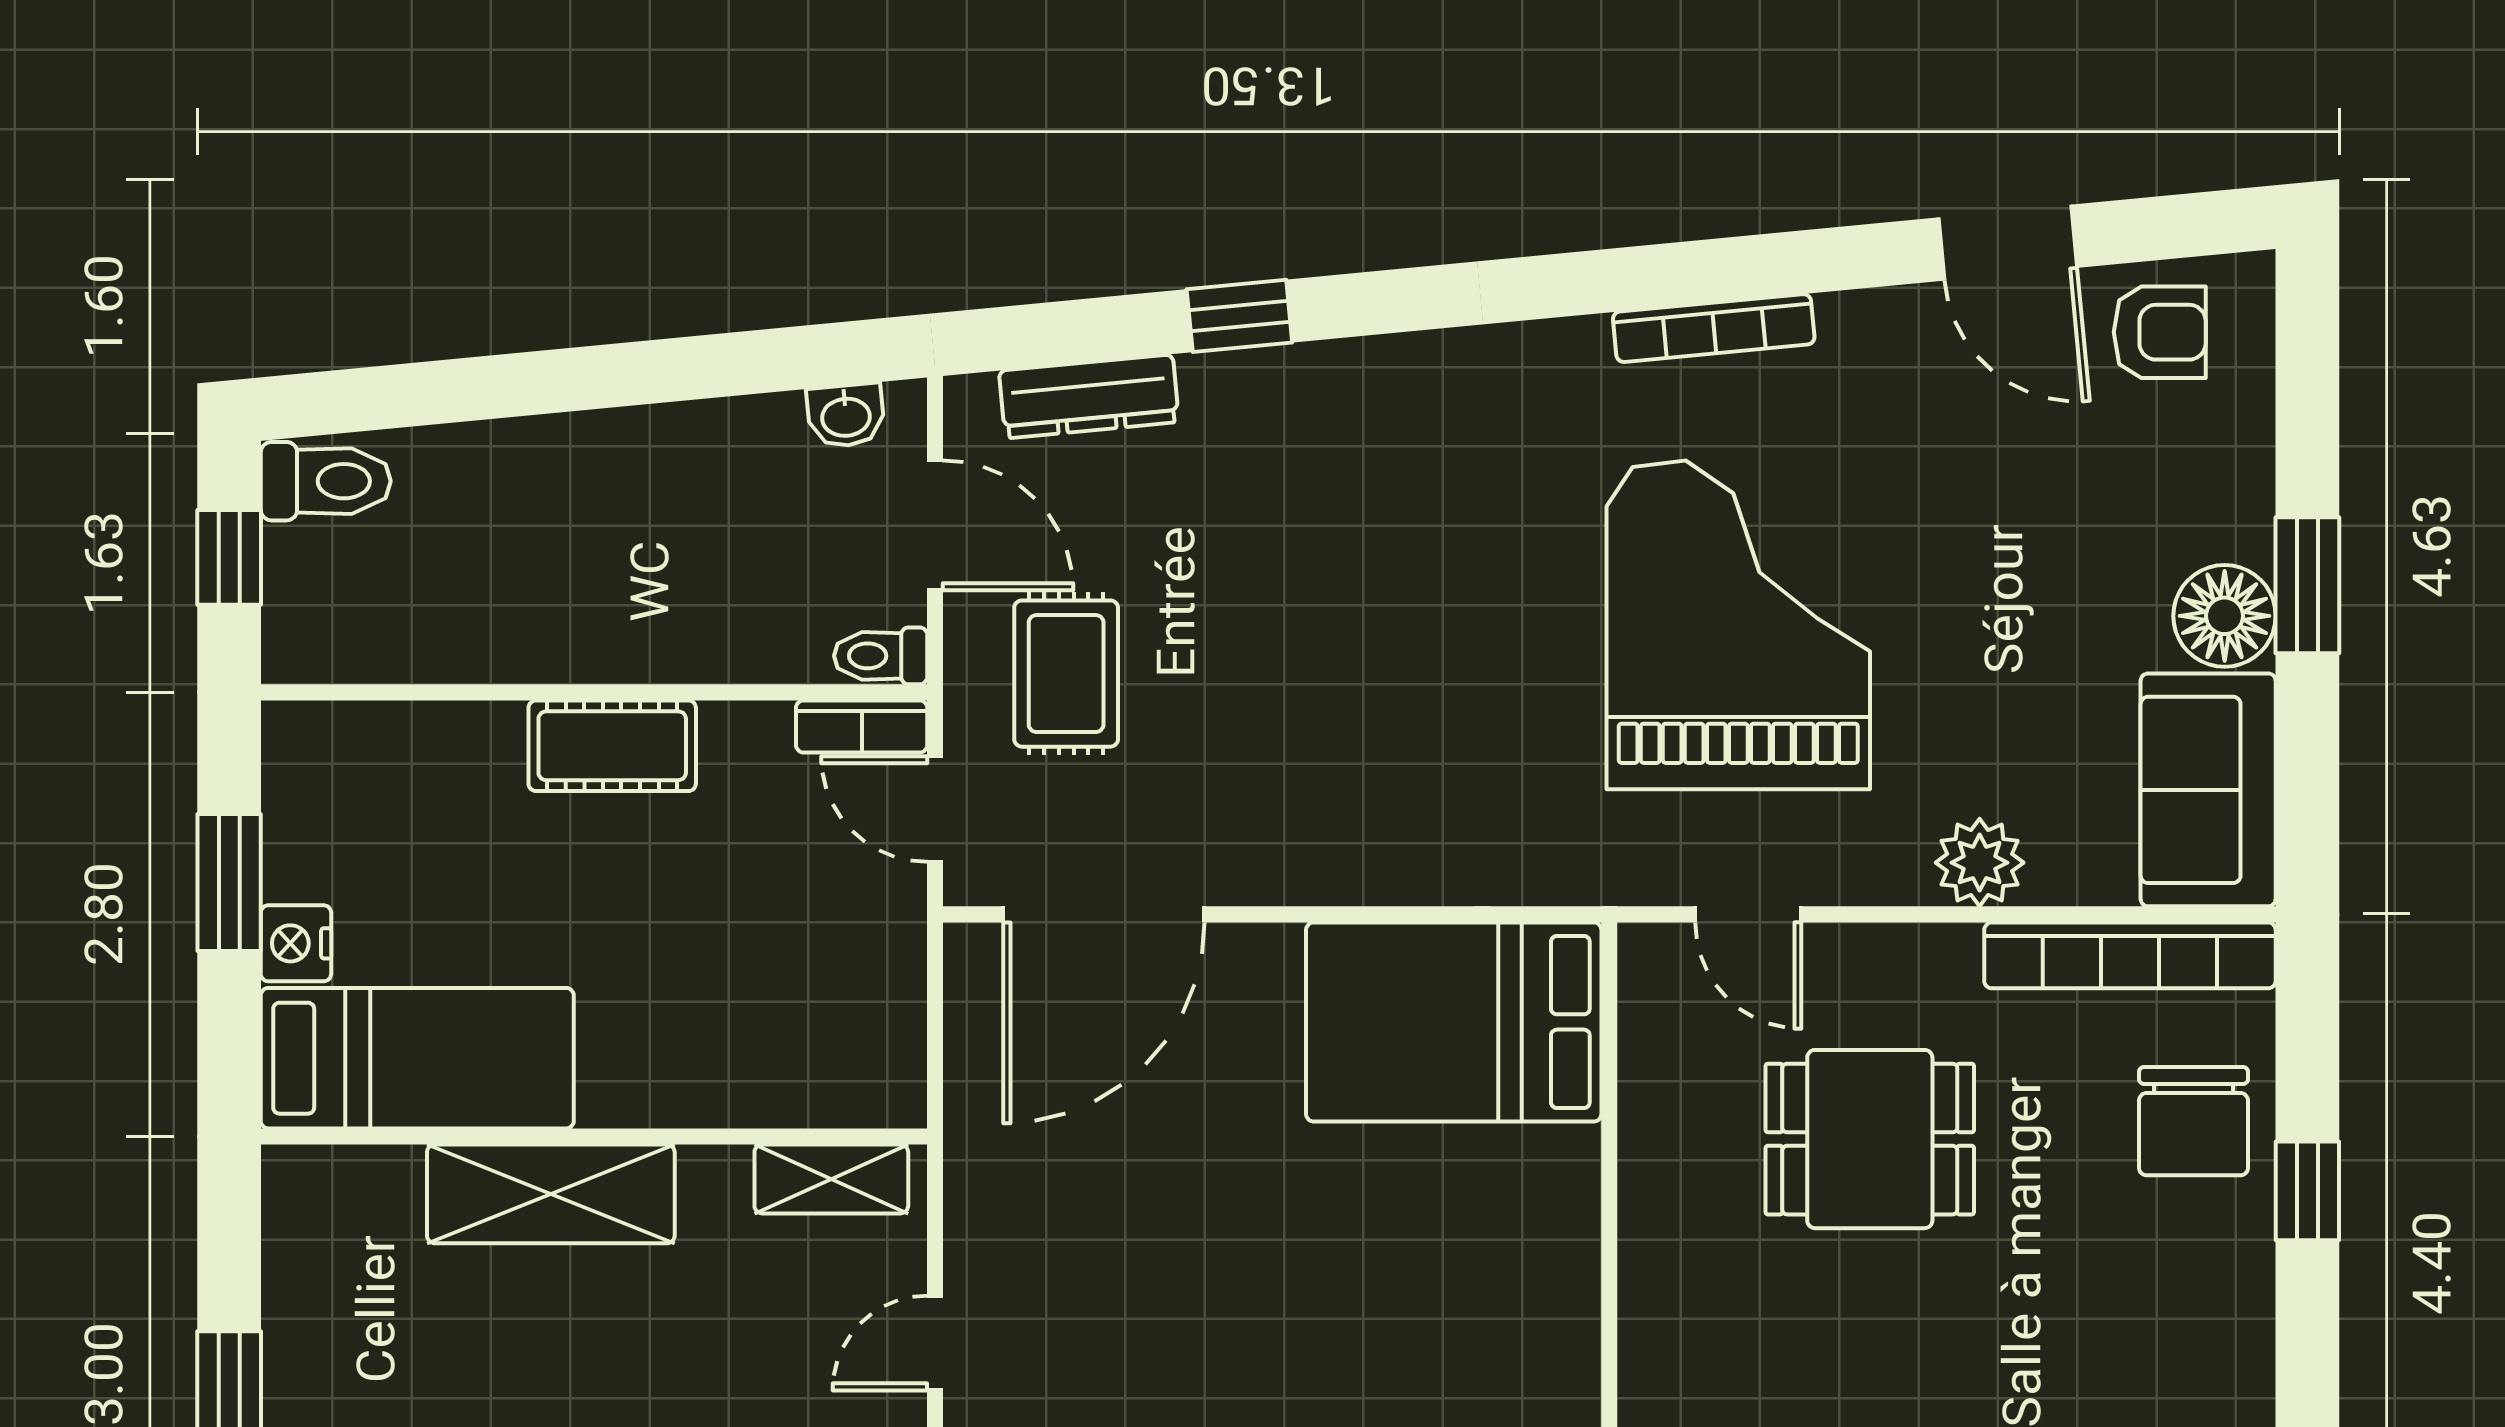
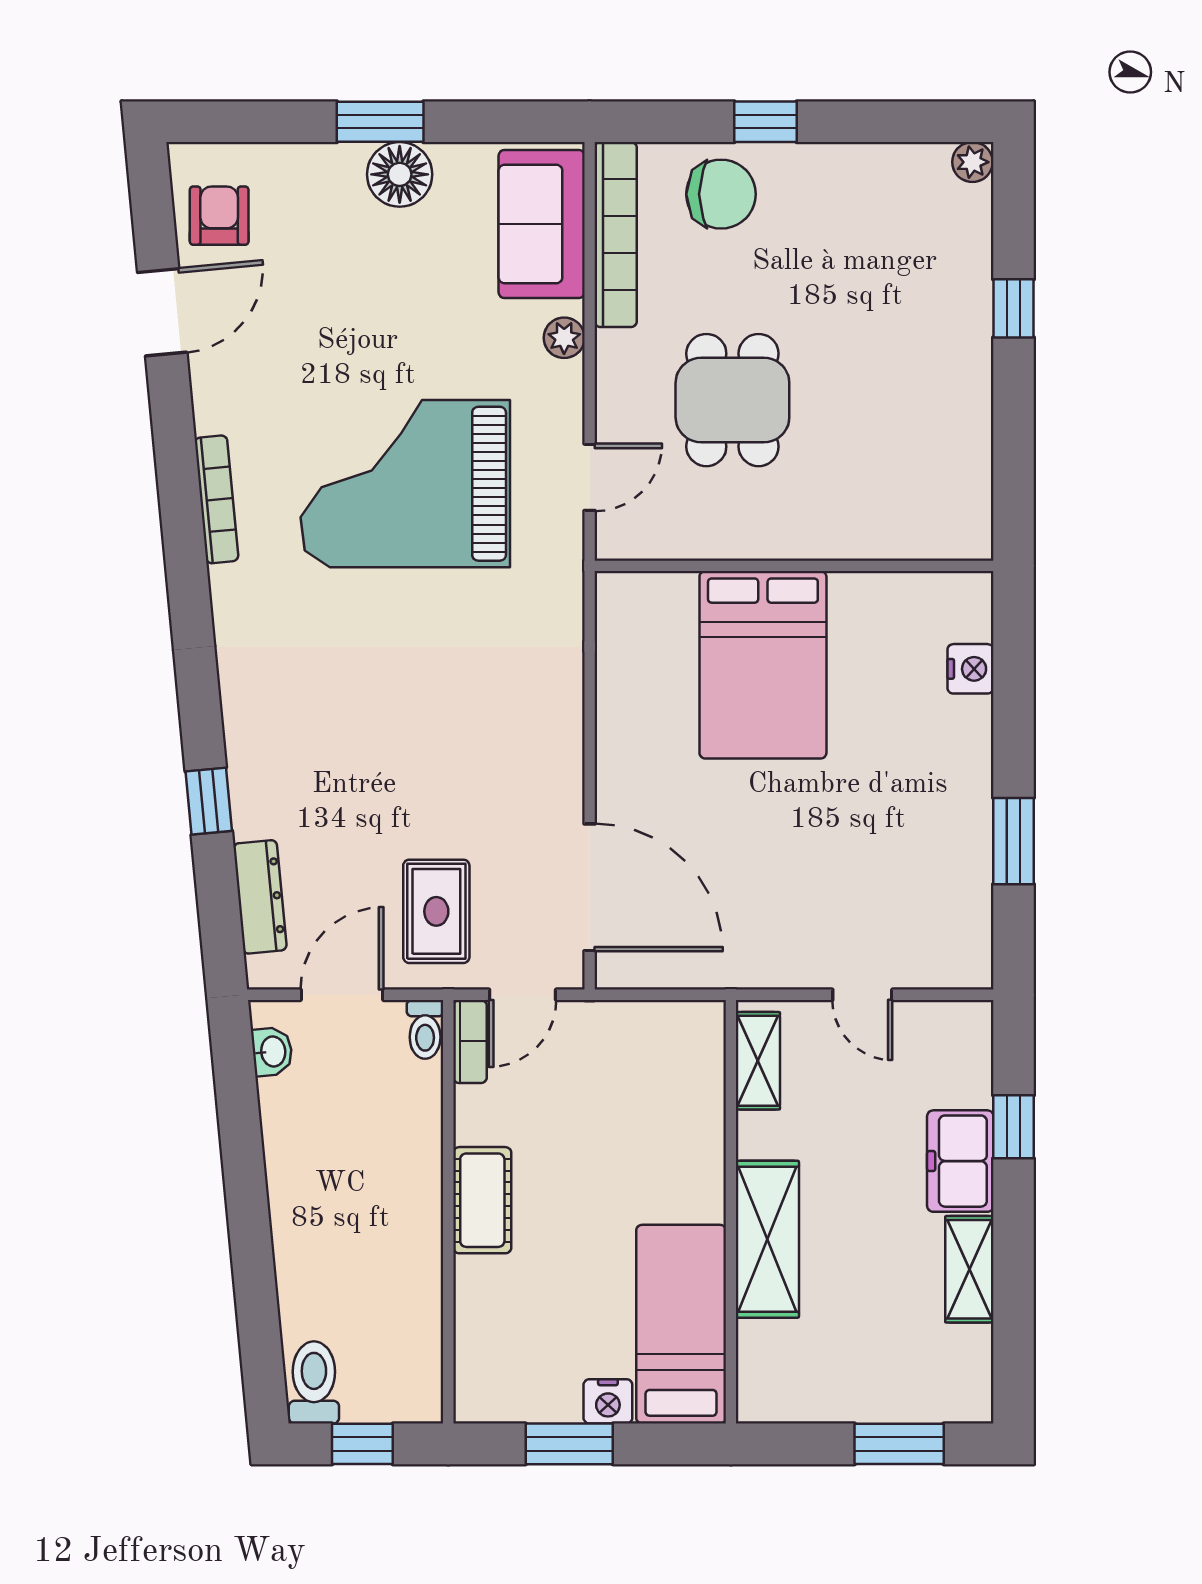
rug: (1066, 674) -> (436, 911), turned 90
sofa: (2208, 790) -> (542, 224), moved, turned 90
plant: (1980, 863) -> (564, 338), width x0.73, depth x0.73
bed: (1454, 1022) -> (763, 665), moved

